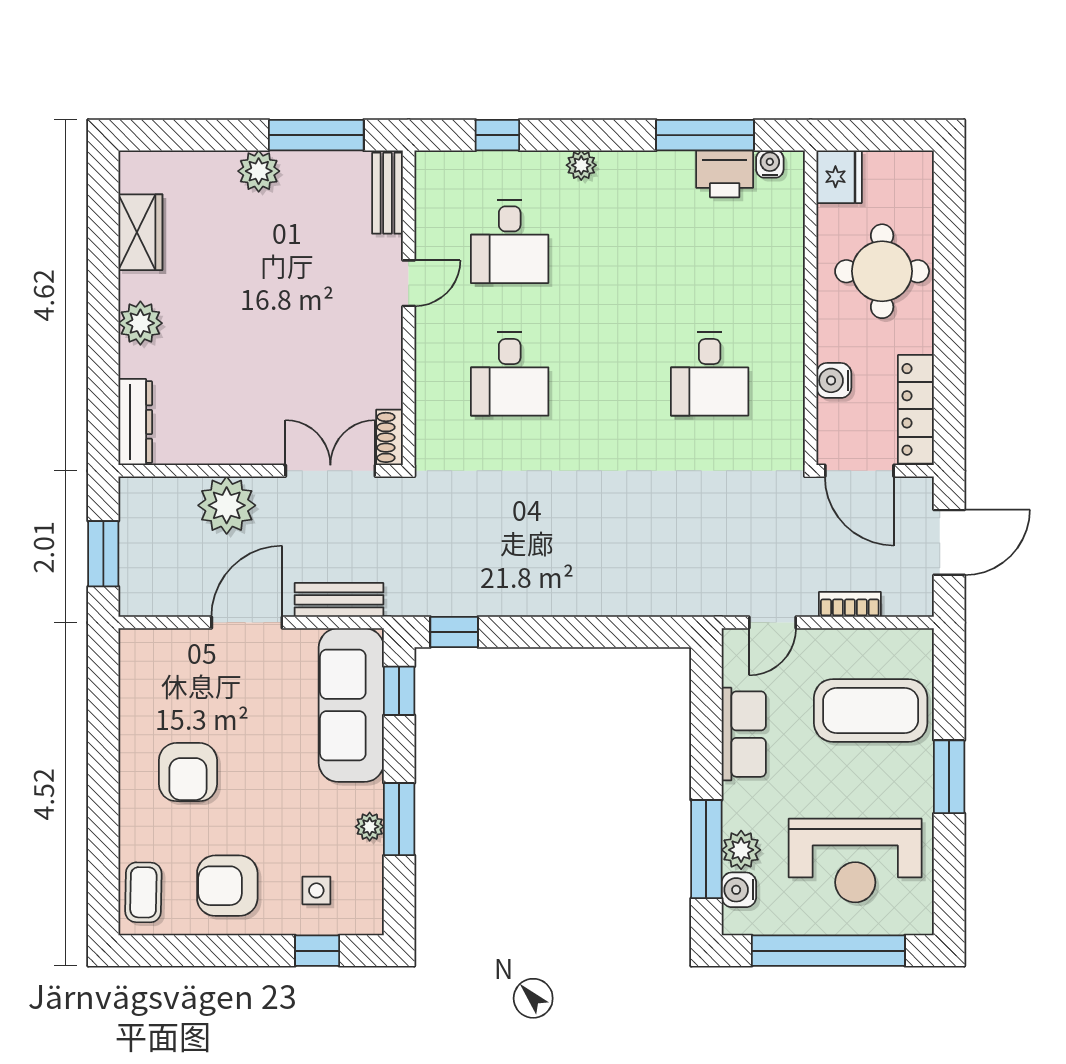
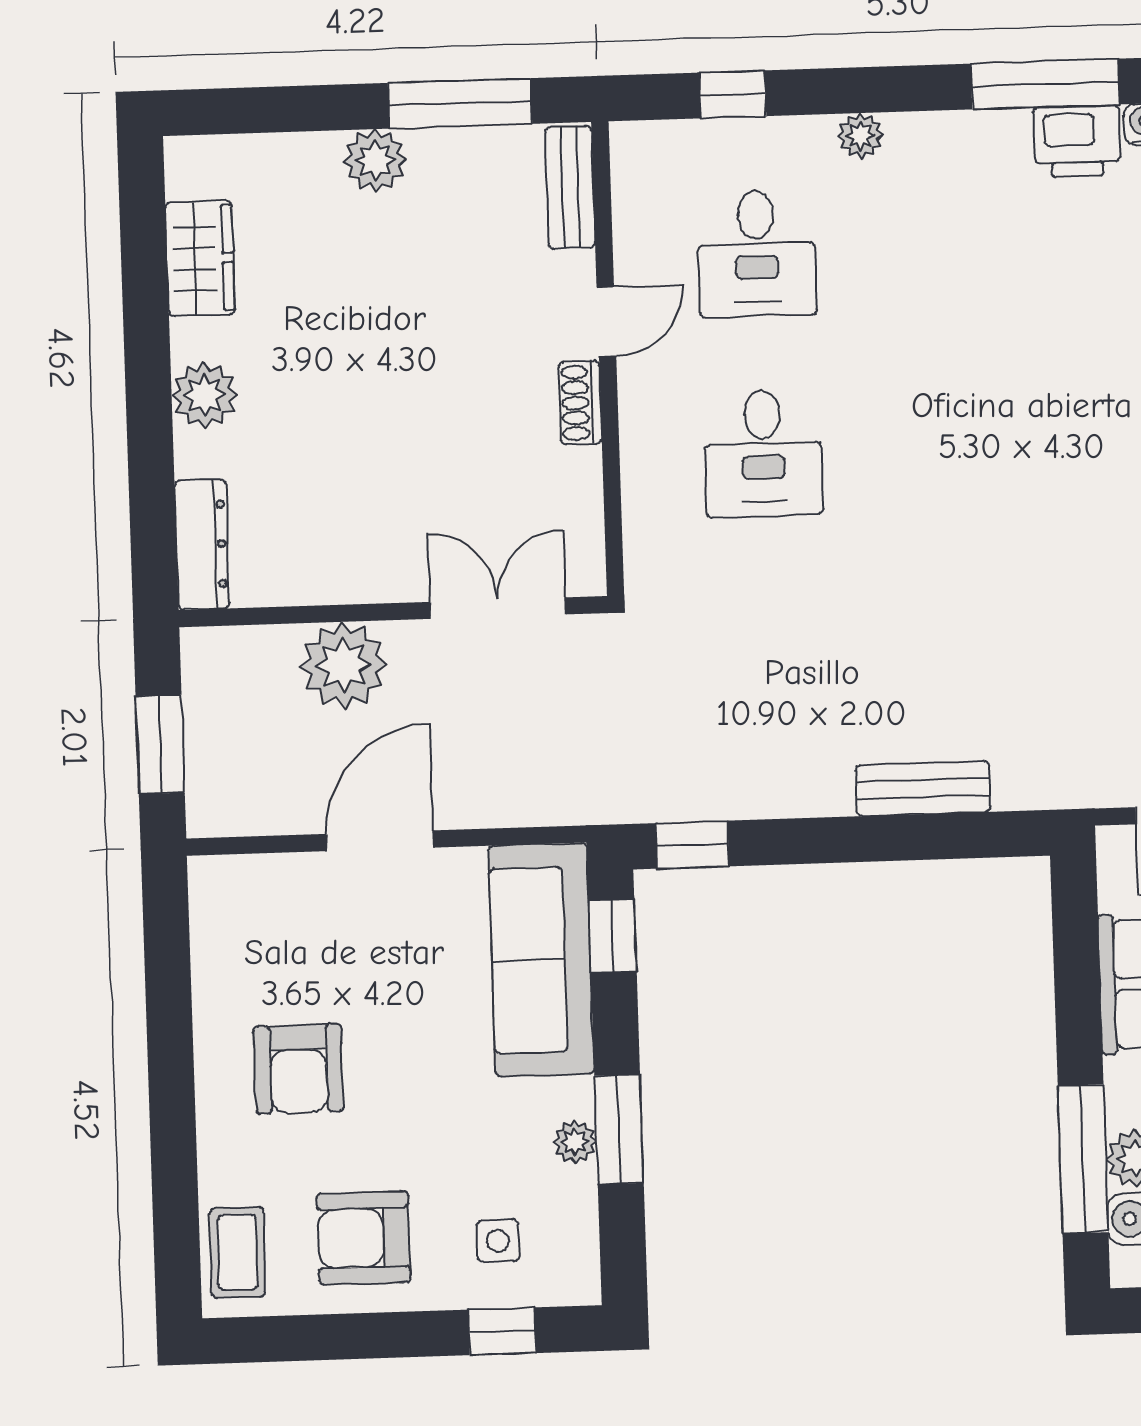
desk: (710, 374) -> (1064, 443), removed
shoe rack: (389, 437) -> (580, 403), moved
bench: (339, 600) -> (923, 789), moved

